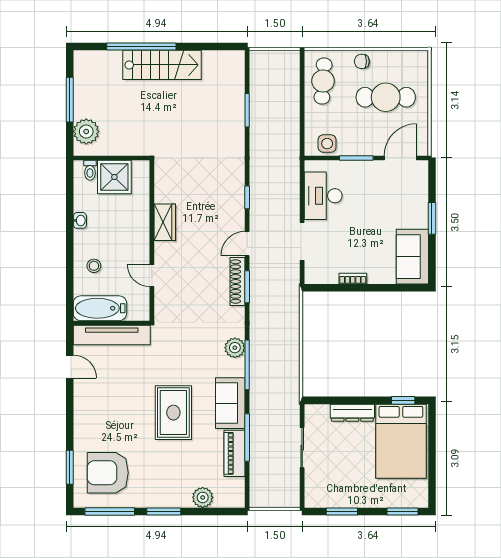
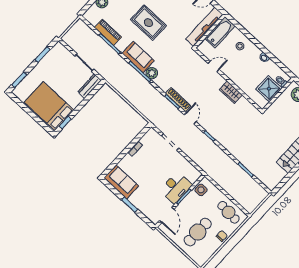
desk: (323, 196) -> (176, 188), moved, turned 90
sofa: (230, 403) -> (138, 57), moved
dresser: (352, 413) -> (90, 86), moved

